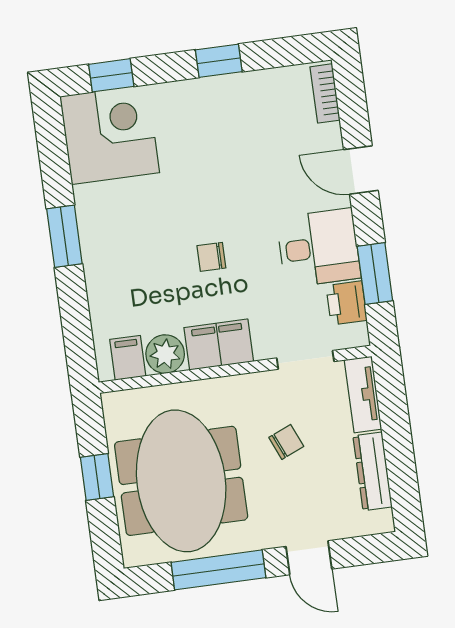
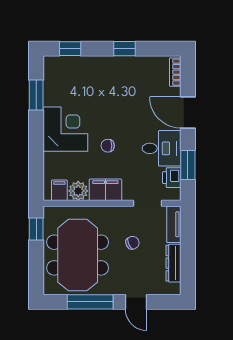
corner desk: (110, 135) -> (65, 129), moved
door: (361, 170) -> (188, 113), width x1.38
window: (64, 236) -> (36, 95), moved
window: (97, 477) -> (36, 229), moved

